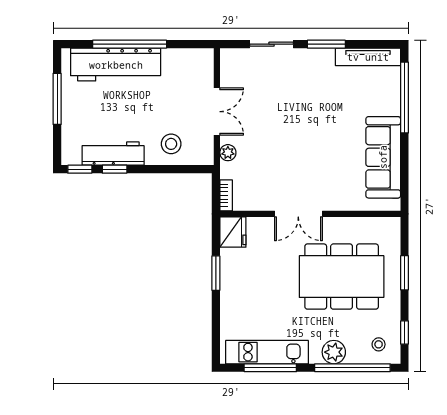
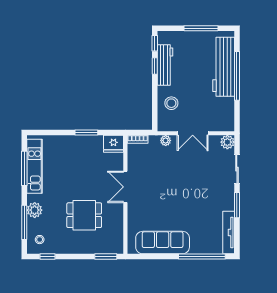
plant: (230, 59) -> (227, 142), added
window: (404, 273) -> (106, 257), moved
dining table: (342, 277) -> (84, 215), width x0.53, depth x0.80
window: (352, 368) -> (24, 222), width x0.68

